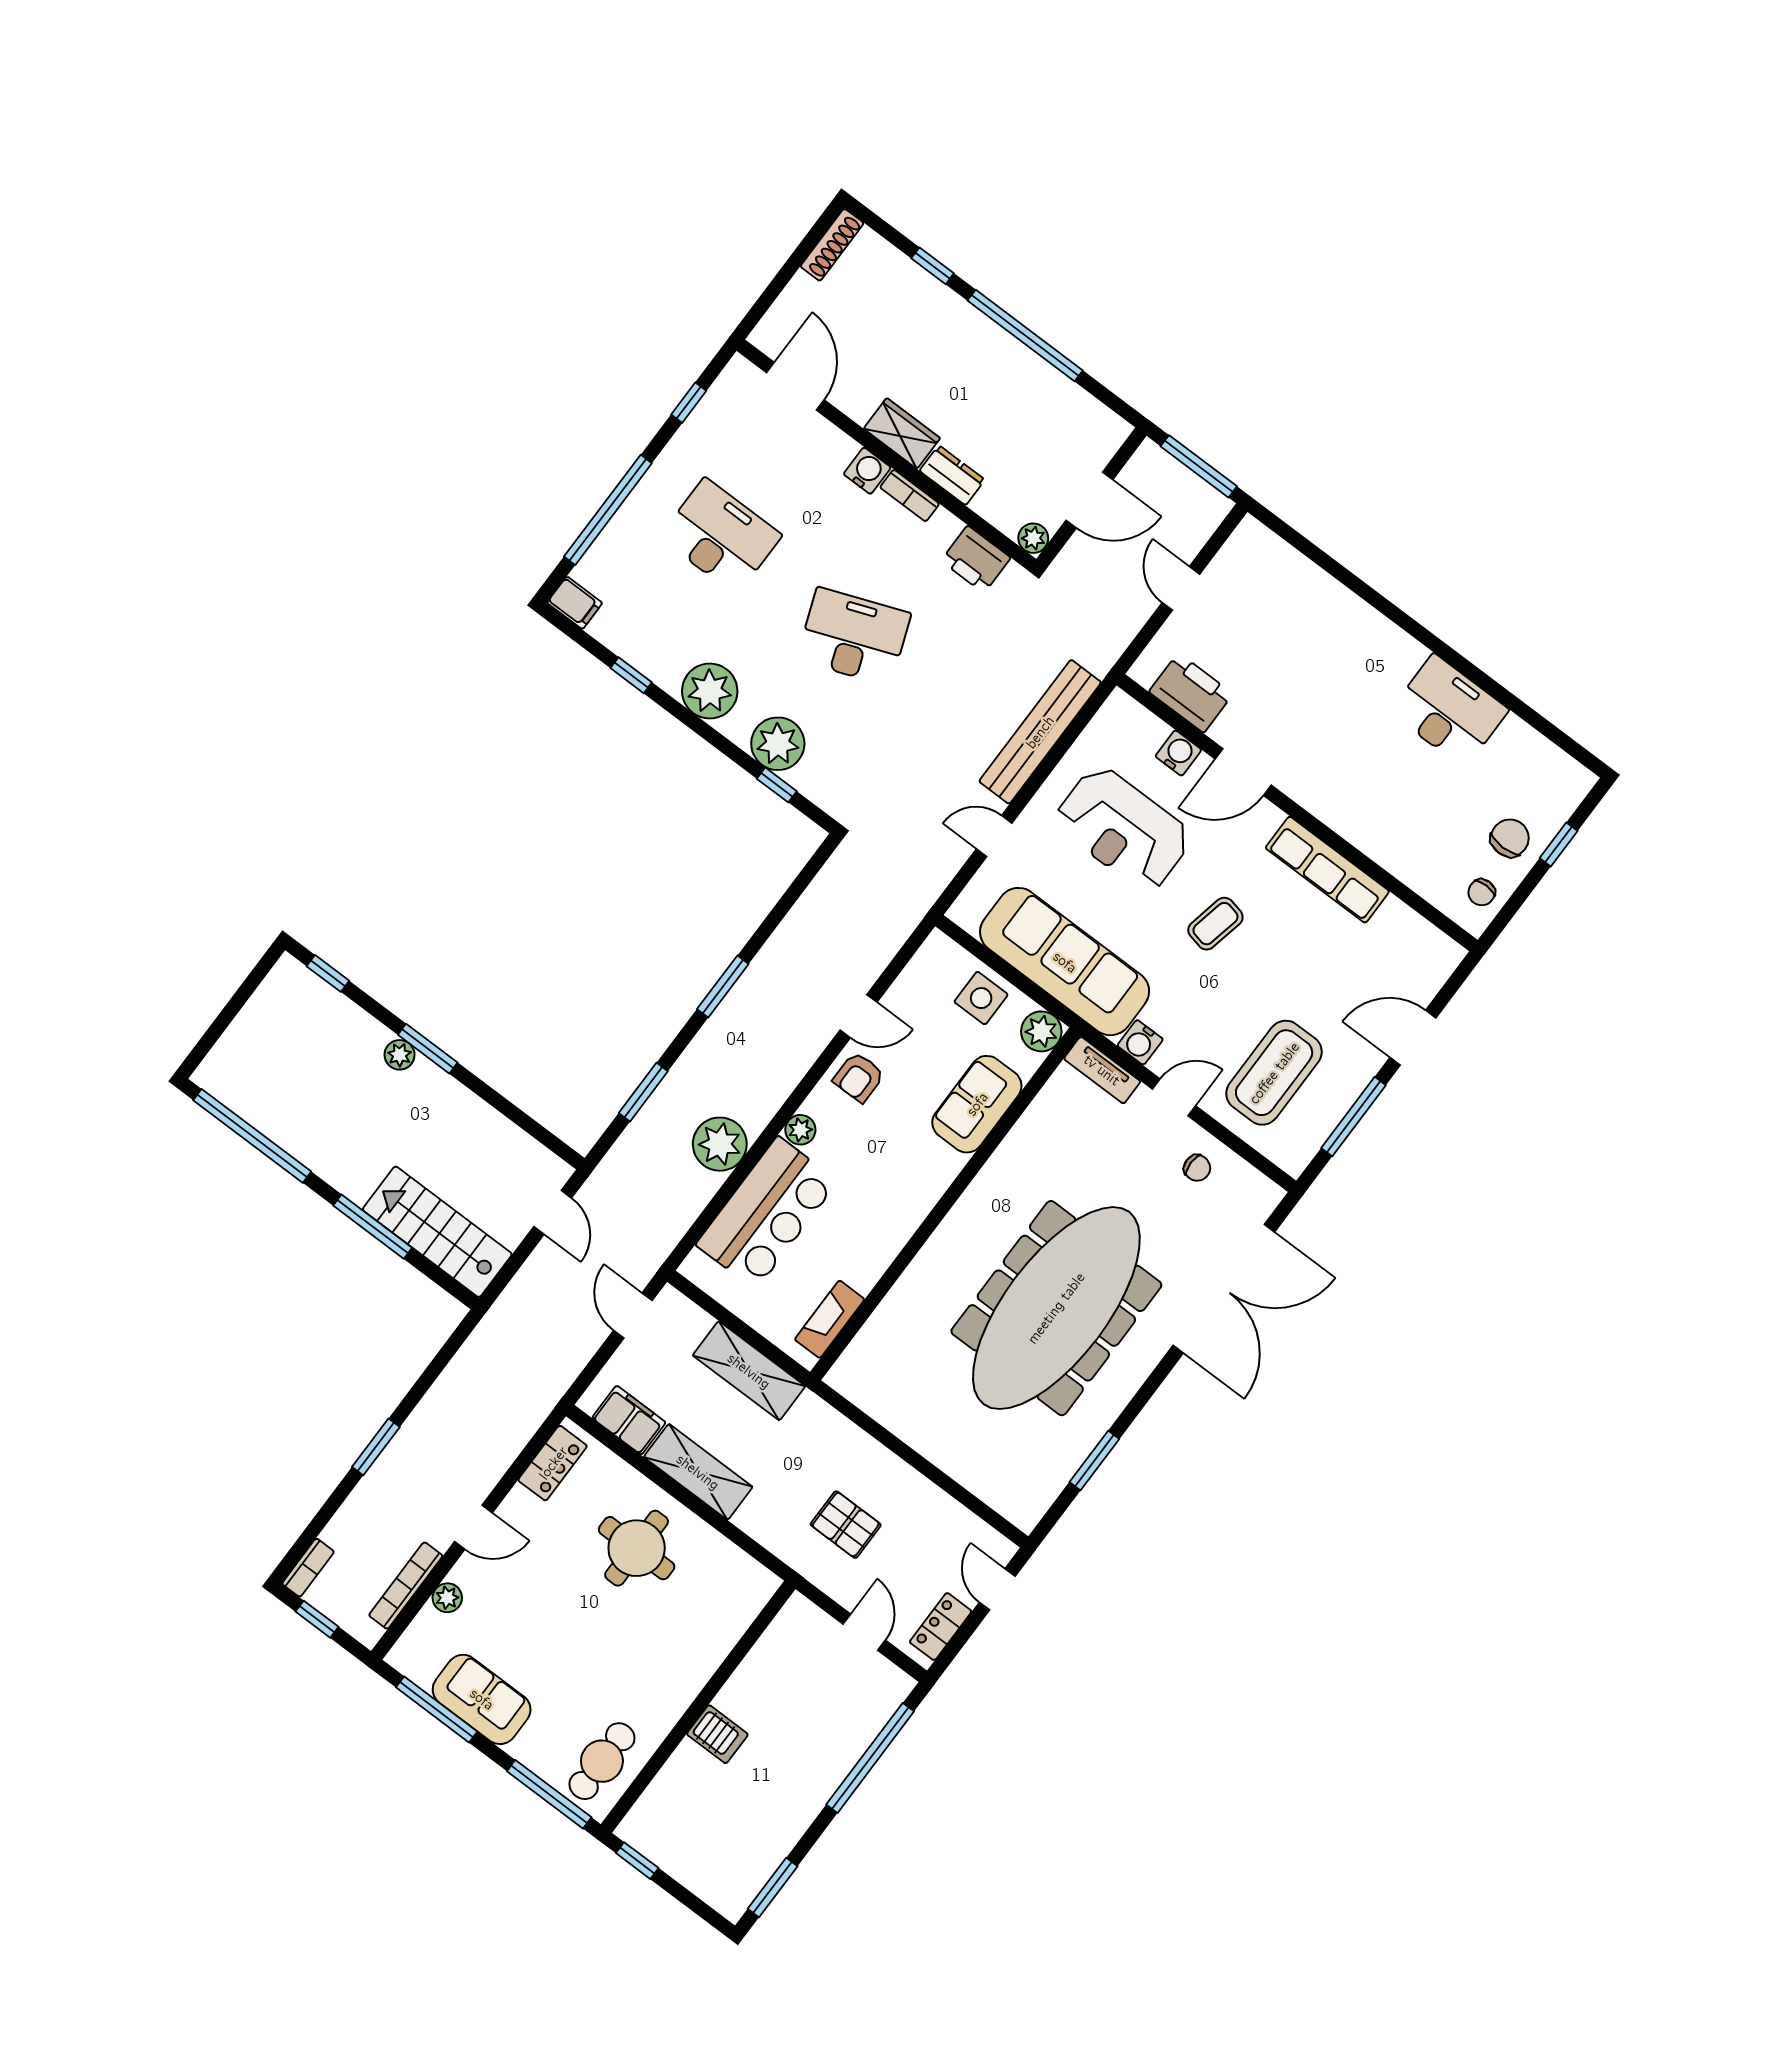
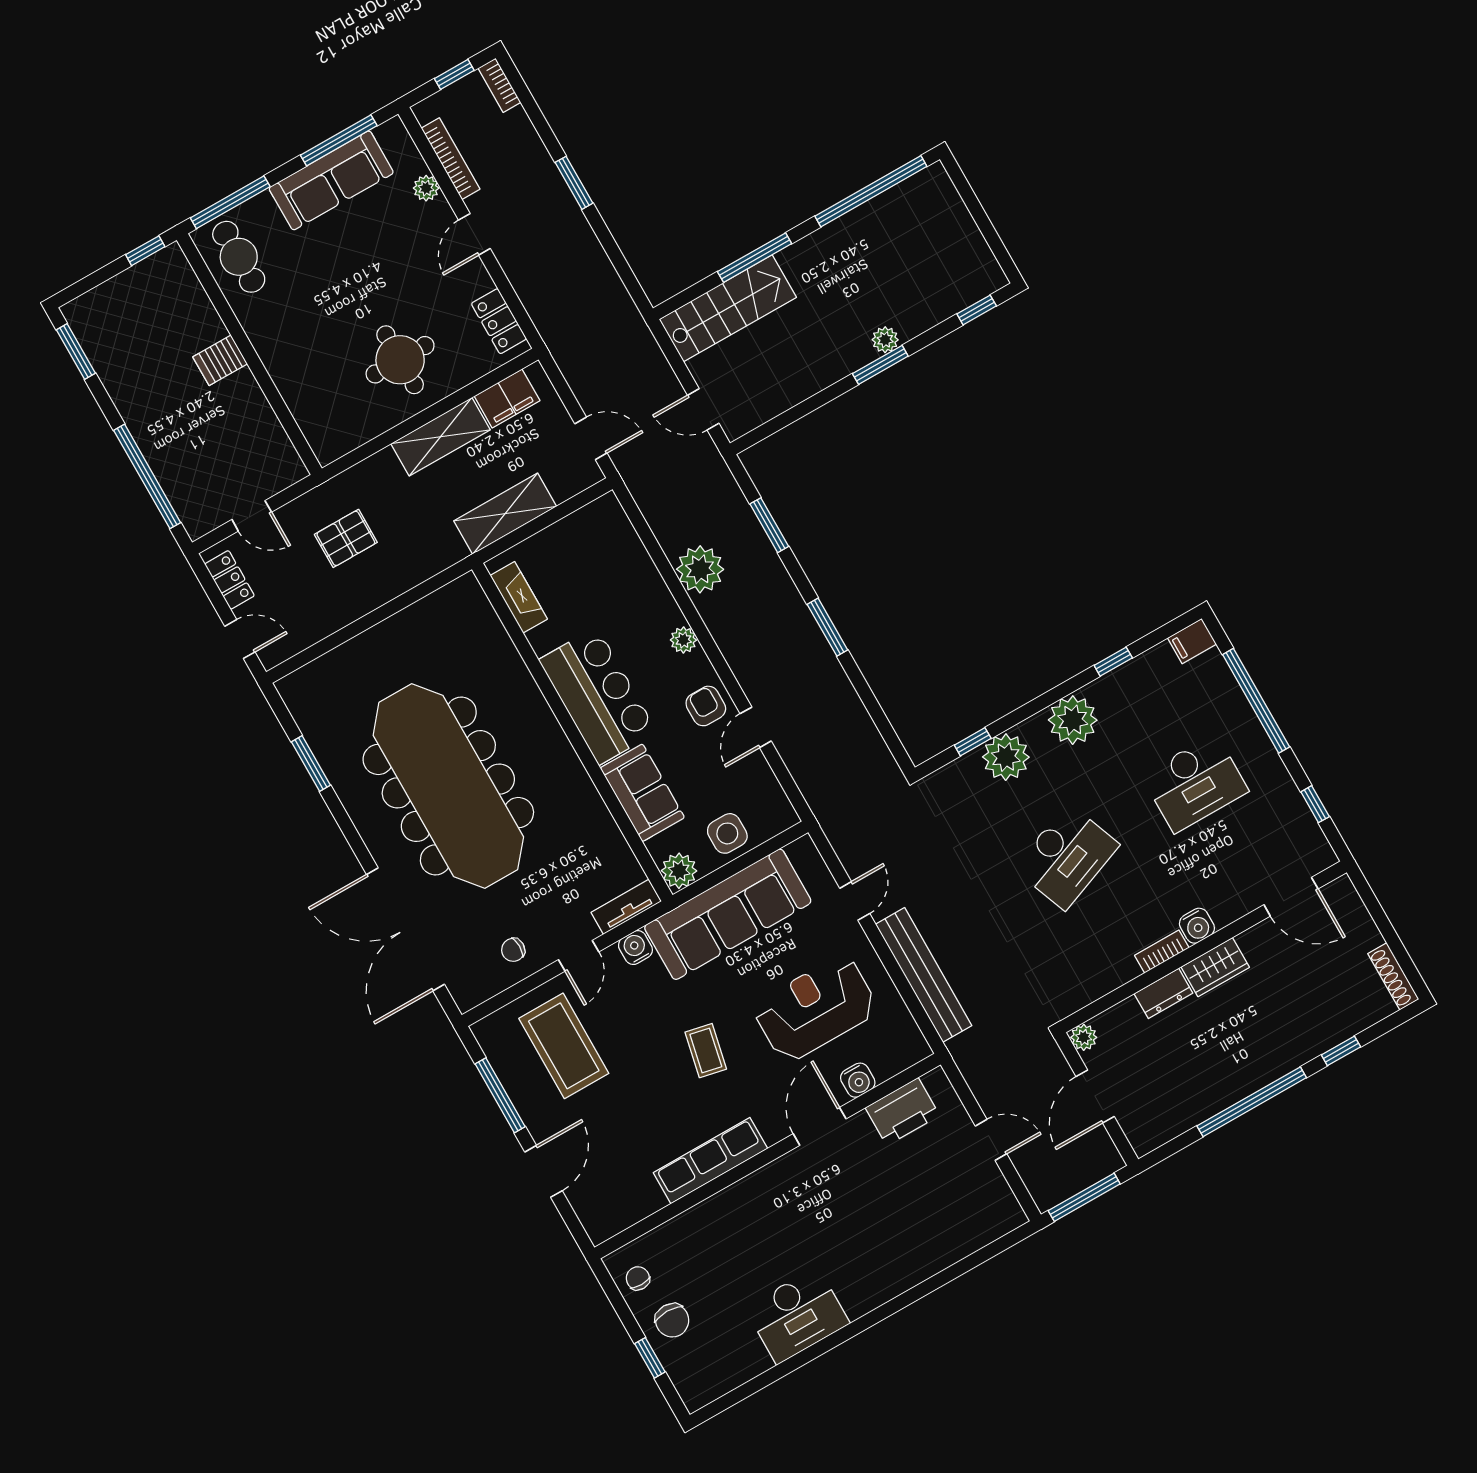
printer: (976, 559) -> (1087, 983), removed
bar counter: (767, 1213) -> (598, 696), moved, turned 180
sofa: (482, 1699) -> (331, 180), width x1.36

